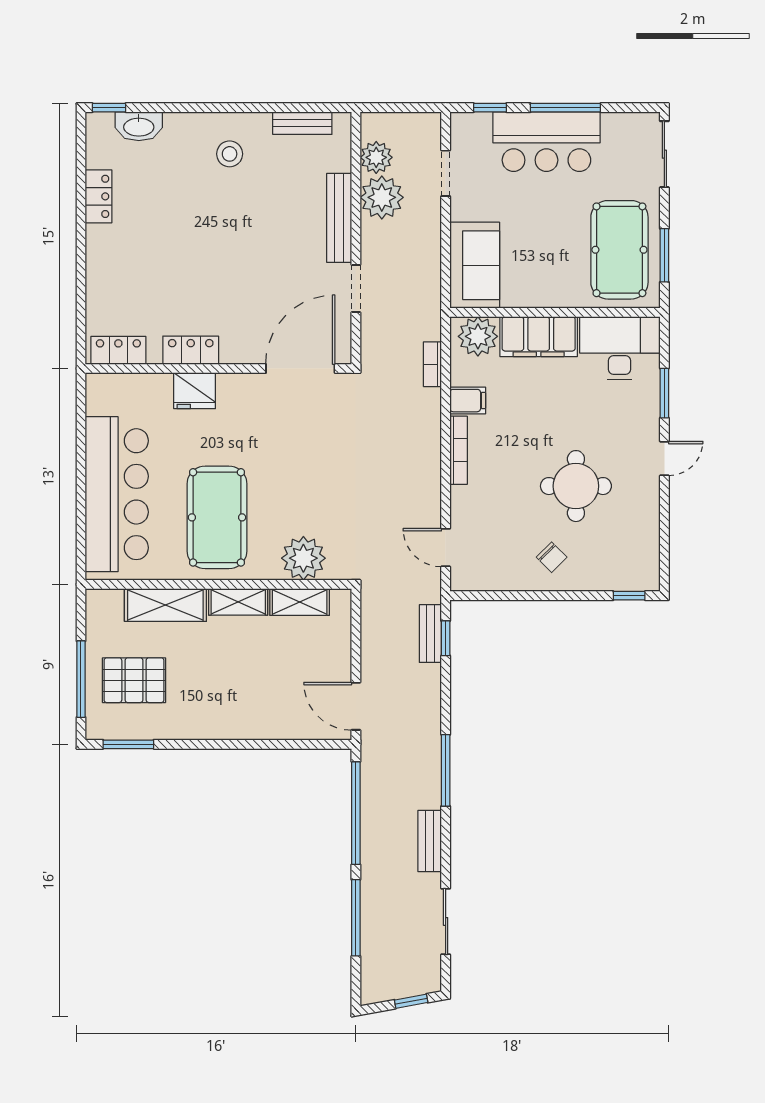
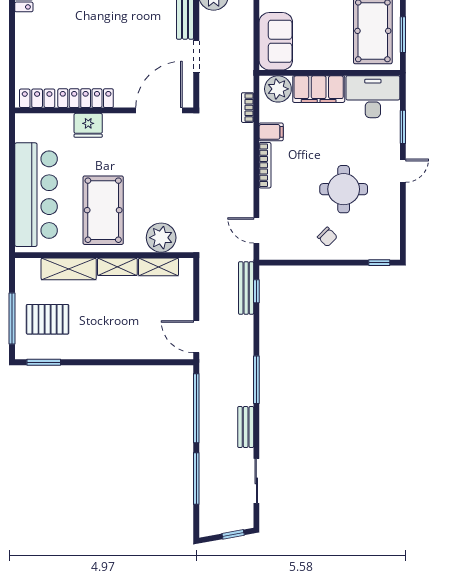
locker: (191, 350) -> (86, 98), width x1.53
bench: (430, 634) -> (246, 288), width x1.36

